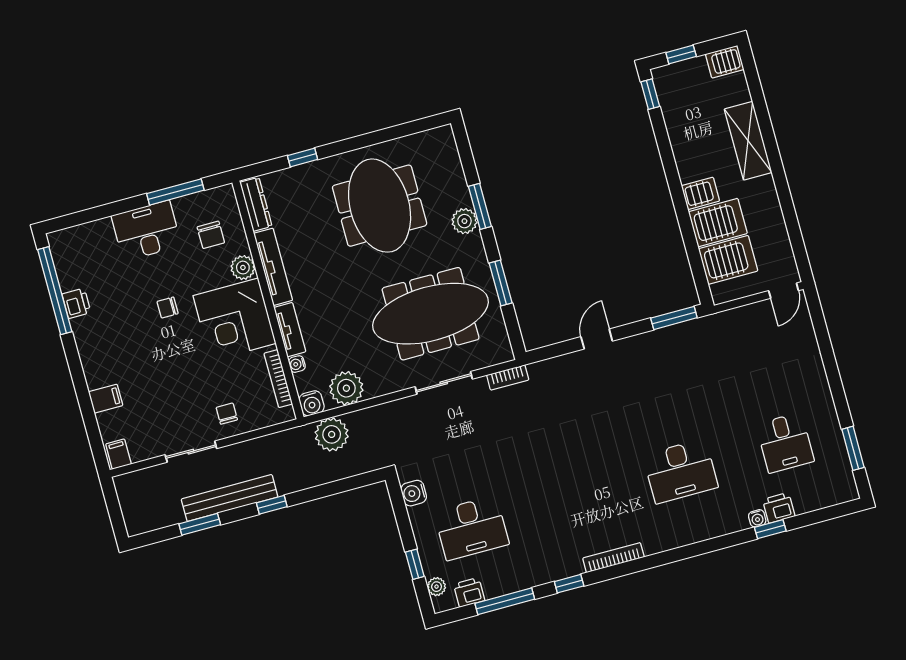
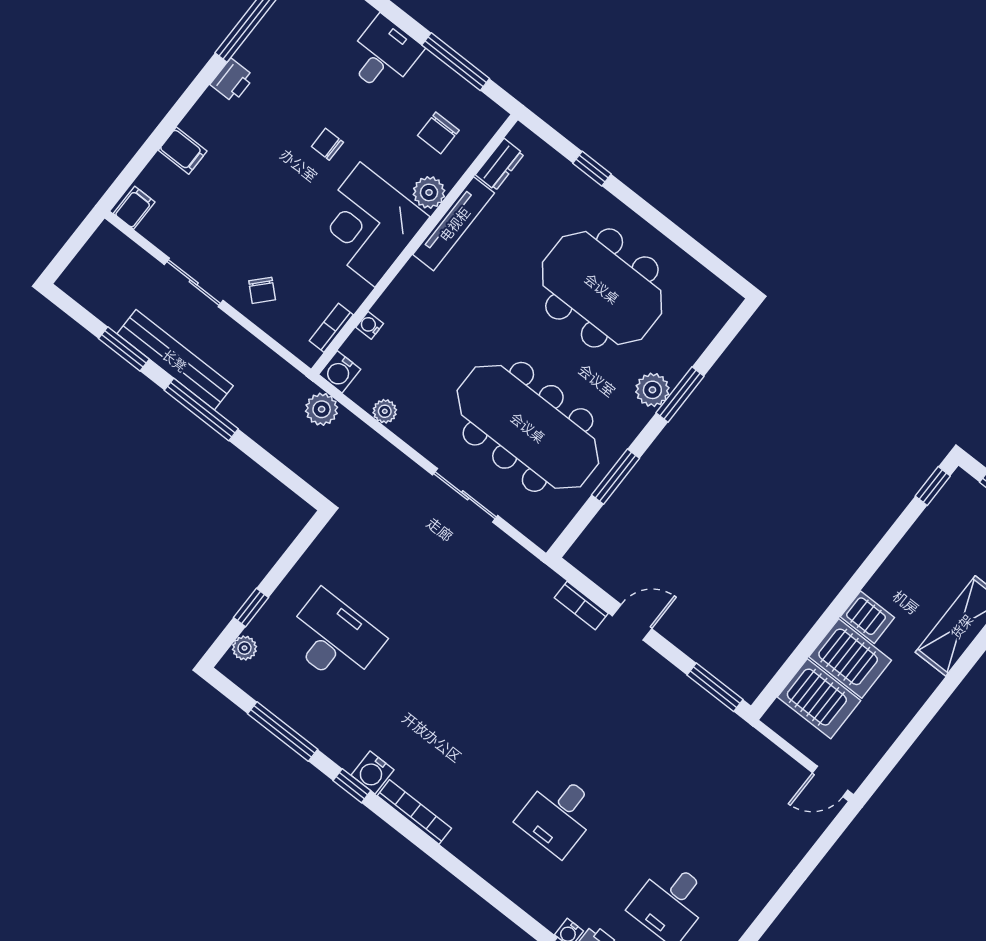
dresser: (256, 204) -> (500, 164), width x0.70
meeting table: (380, 206) -> (602, 288), turned 90
desk: (146, 231) -> (383, 55), width x0.73
printer: (76, 303) -> (232, 81), moved
tv unit: (290, 330) -> (400, 291), removed
bookcase: (508, 377) -> (581, 606), moved
bookcase: (278, 379) -> (331, 328), width x0.64
plant: (346, 388) -> (385, 411), width x0.53, depth x0.53
chair: (227, 414) -> (262, 290), turned 133
plant: (332, 434) -> (322, 409), width x0.73, depth x0.73
desk: (680, 471) -> (558, 815), width x0.73
water cooler: (414, 493) -> (372, 773), moved, turned -90
window: (272, 505) -> (201, 410), width x2.17
desk: (471, 528) -> (334, 639), turned 180
printer: (469, 592) -> (264, 687), removed

